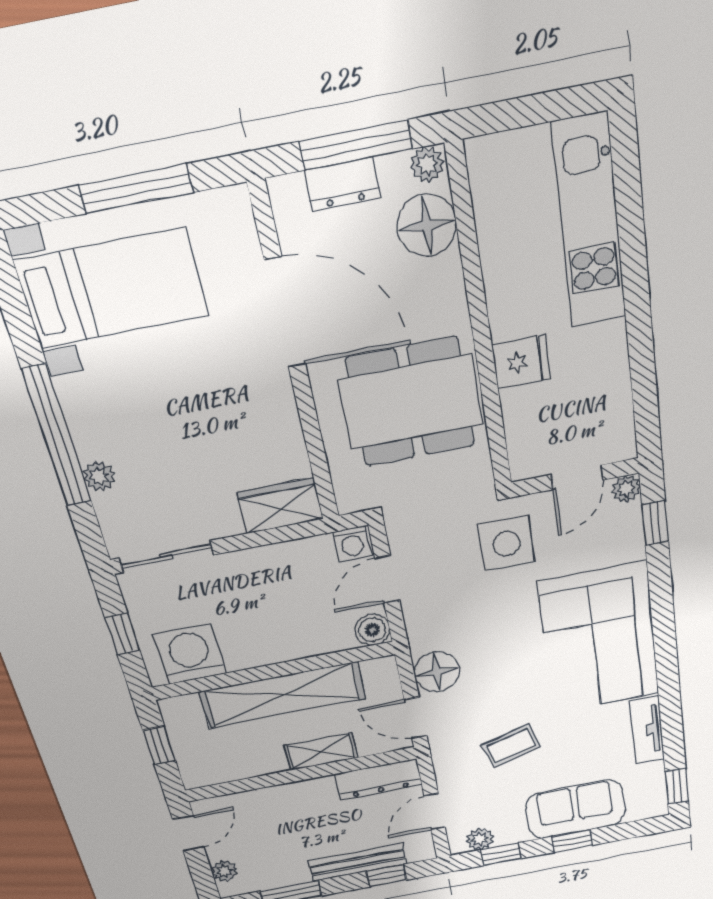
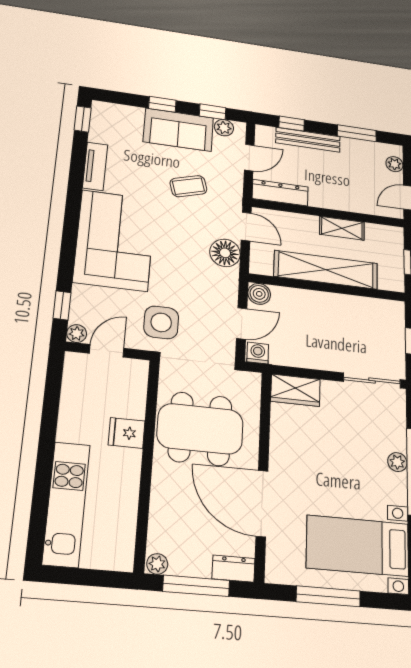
dresser: (343, 184) -> (234, 569), moved
floor lamp: (427, 225) -> (166, 530), removed
plant: (99, 476) -> (397, 462), moved
washing machine: (190, 654) -> (375, 315), removed
shelving: (321, 752) -> (342, 228), moved
sofa: (576, 809) -> (178, 130), moved

